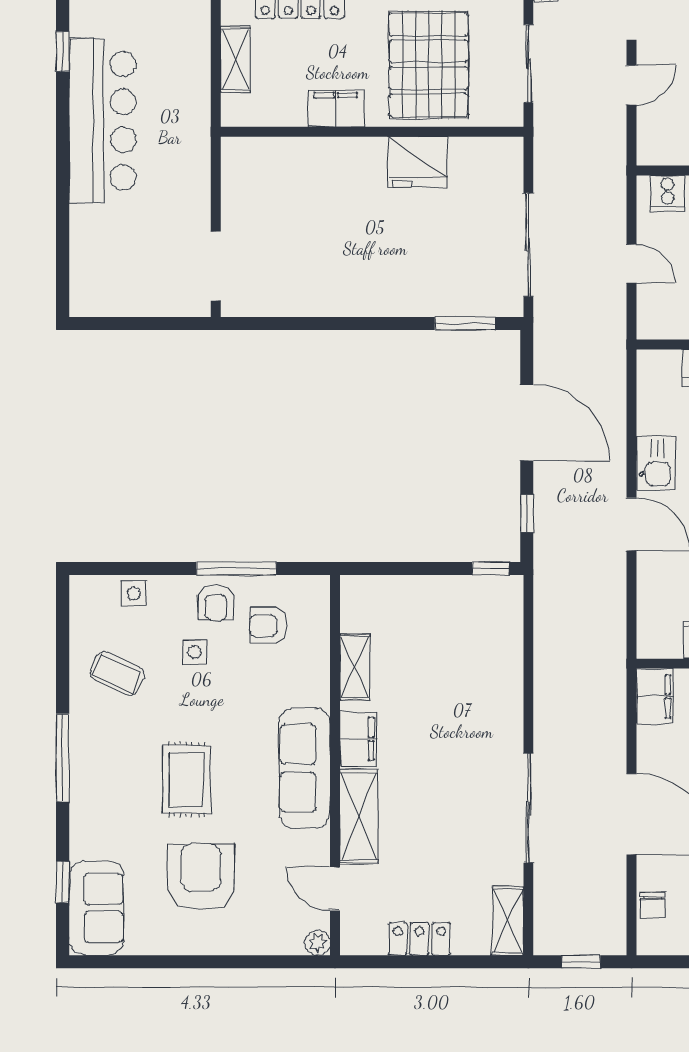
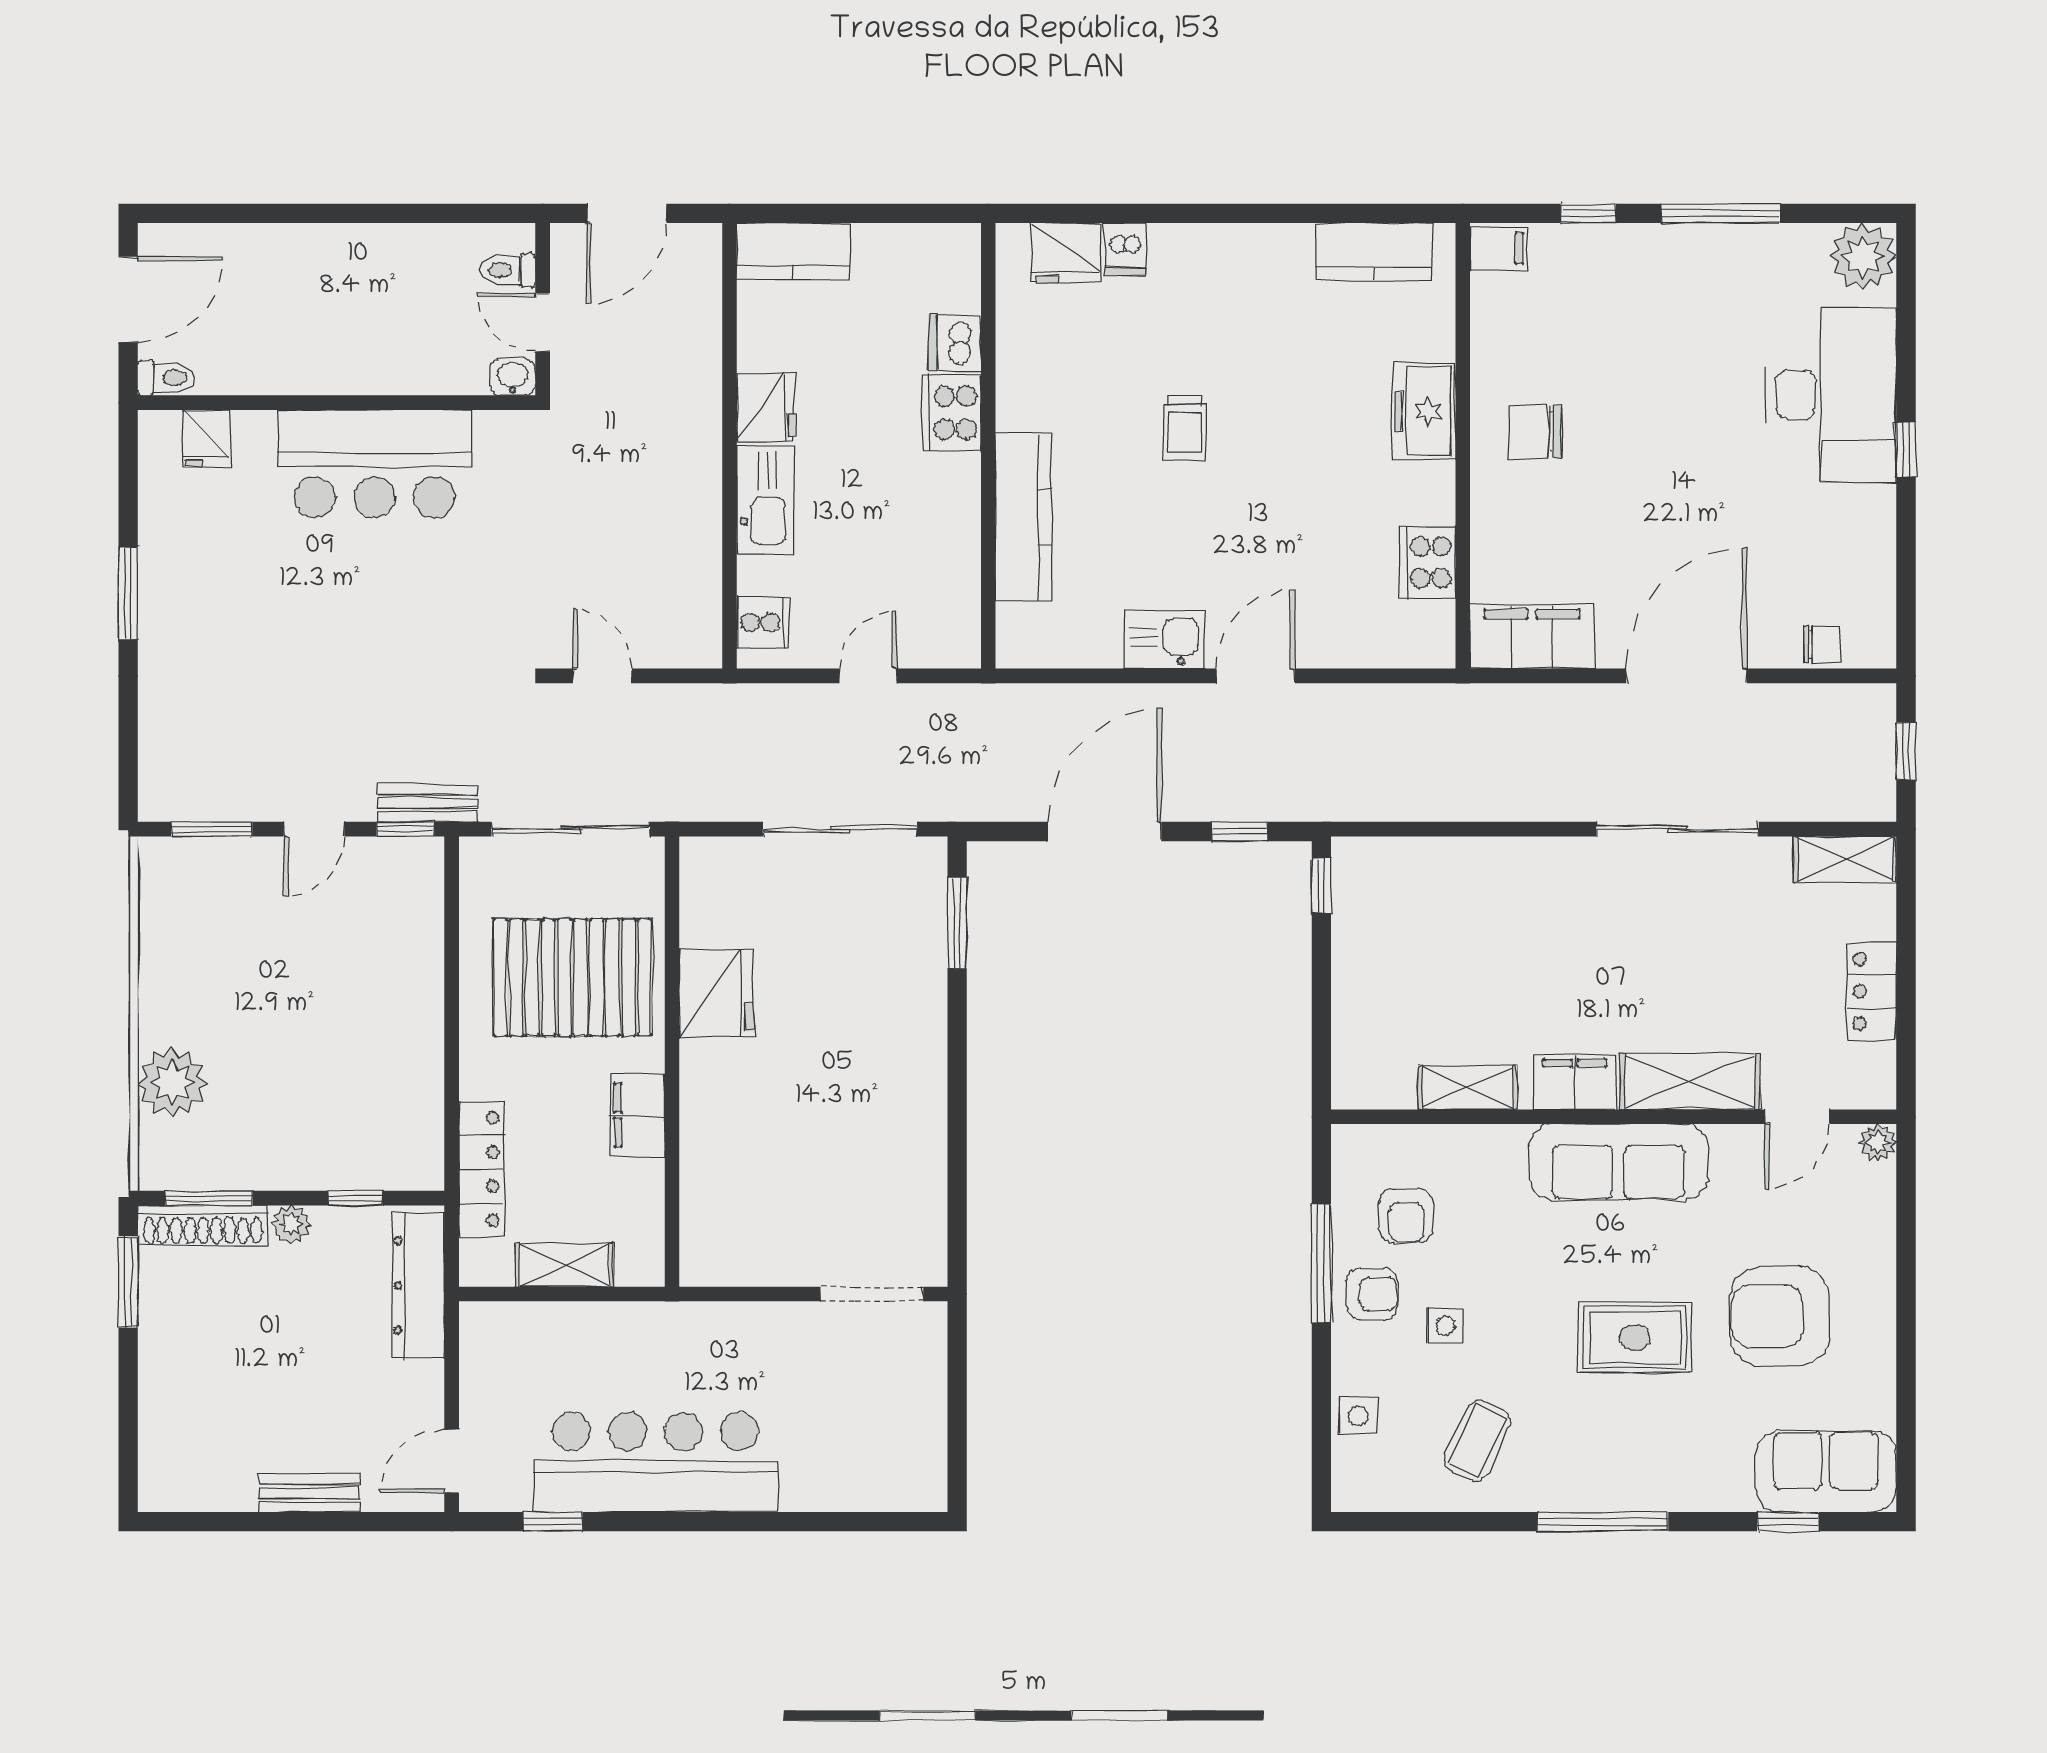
sliding door: (528, 64) -> (571, 829), width x1.37
filing cabinet: (655, 696) -> (1532, 636), width x1.50, depth x1.17

